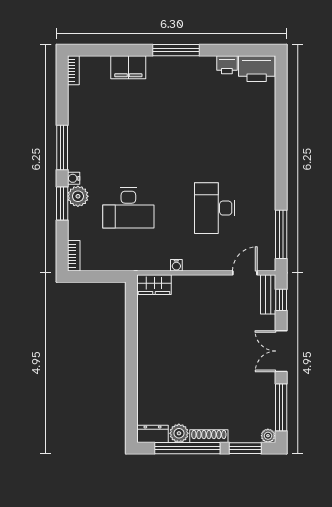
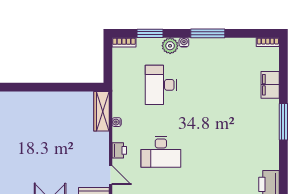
printer: (227, 65) -> (119, 150), moved, turned 180
window: (62, 203) -> (150, 33), moved
desk: (215, 208) -> (161, 152), turned 180
wardrobe: (154, 285) -> (102, 111), width x1.50

